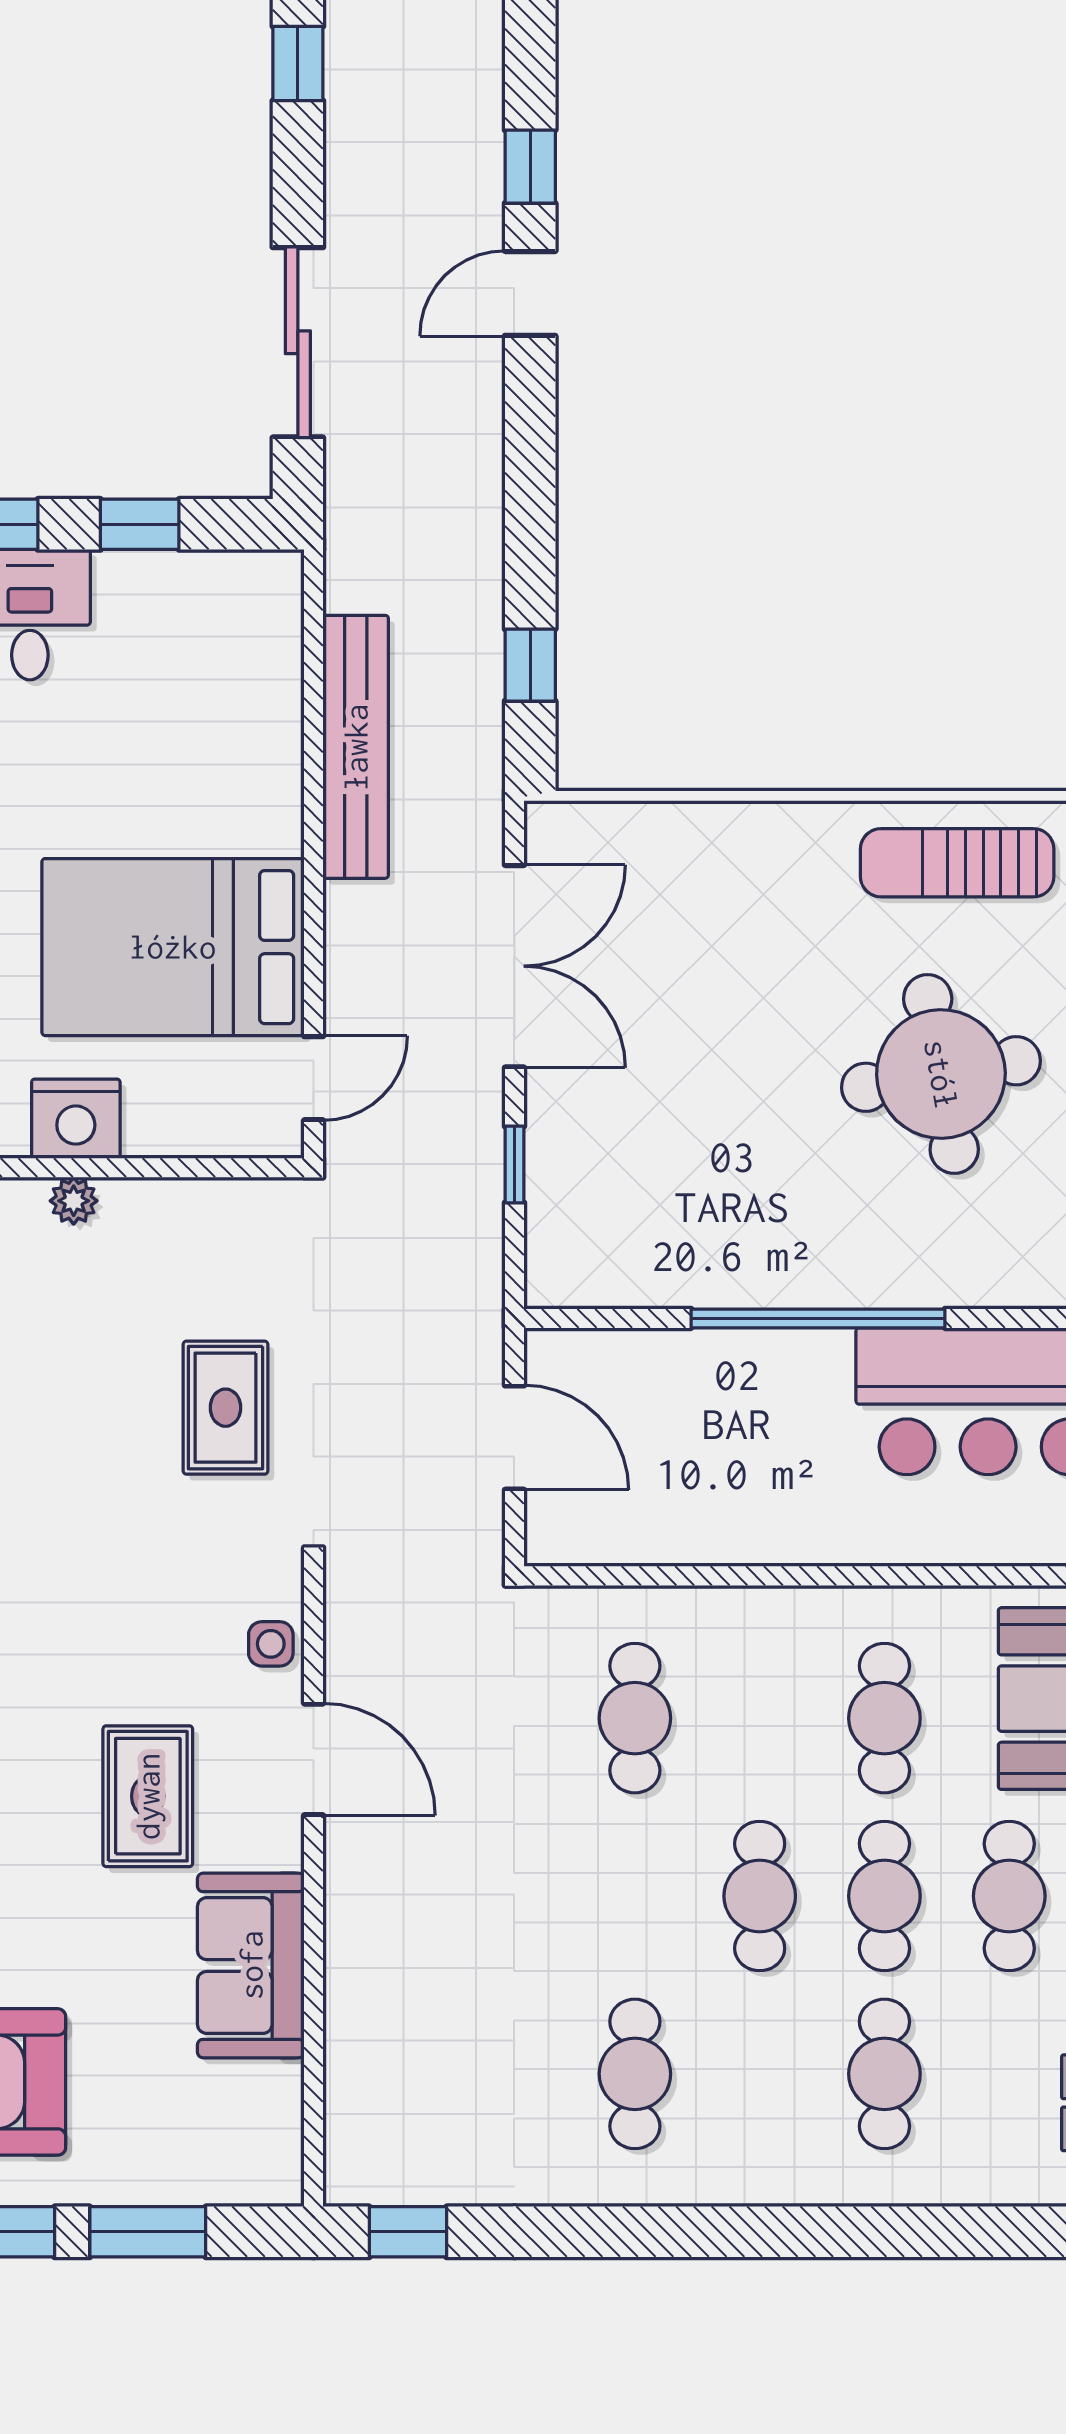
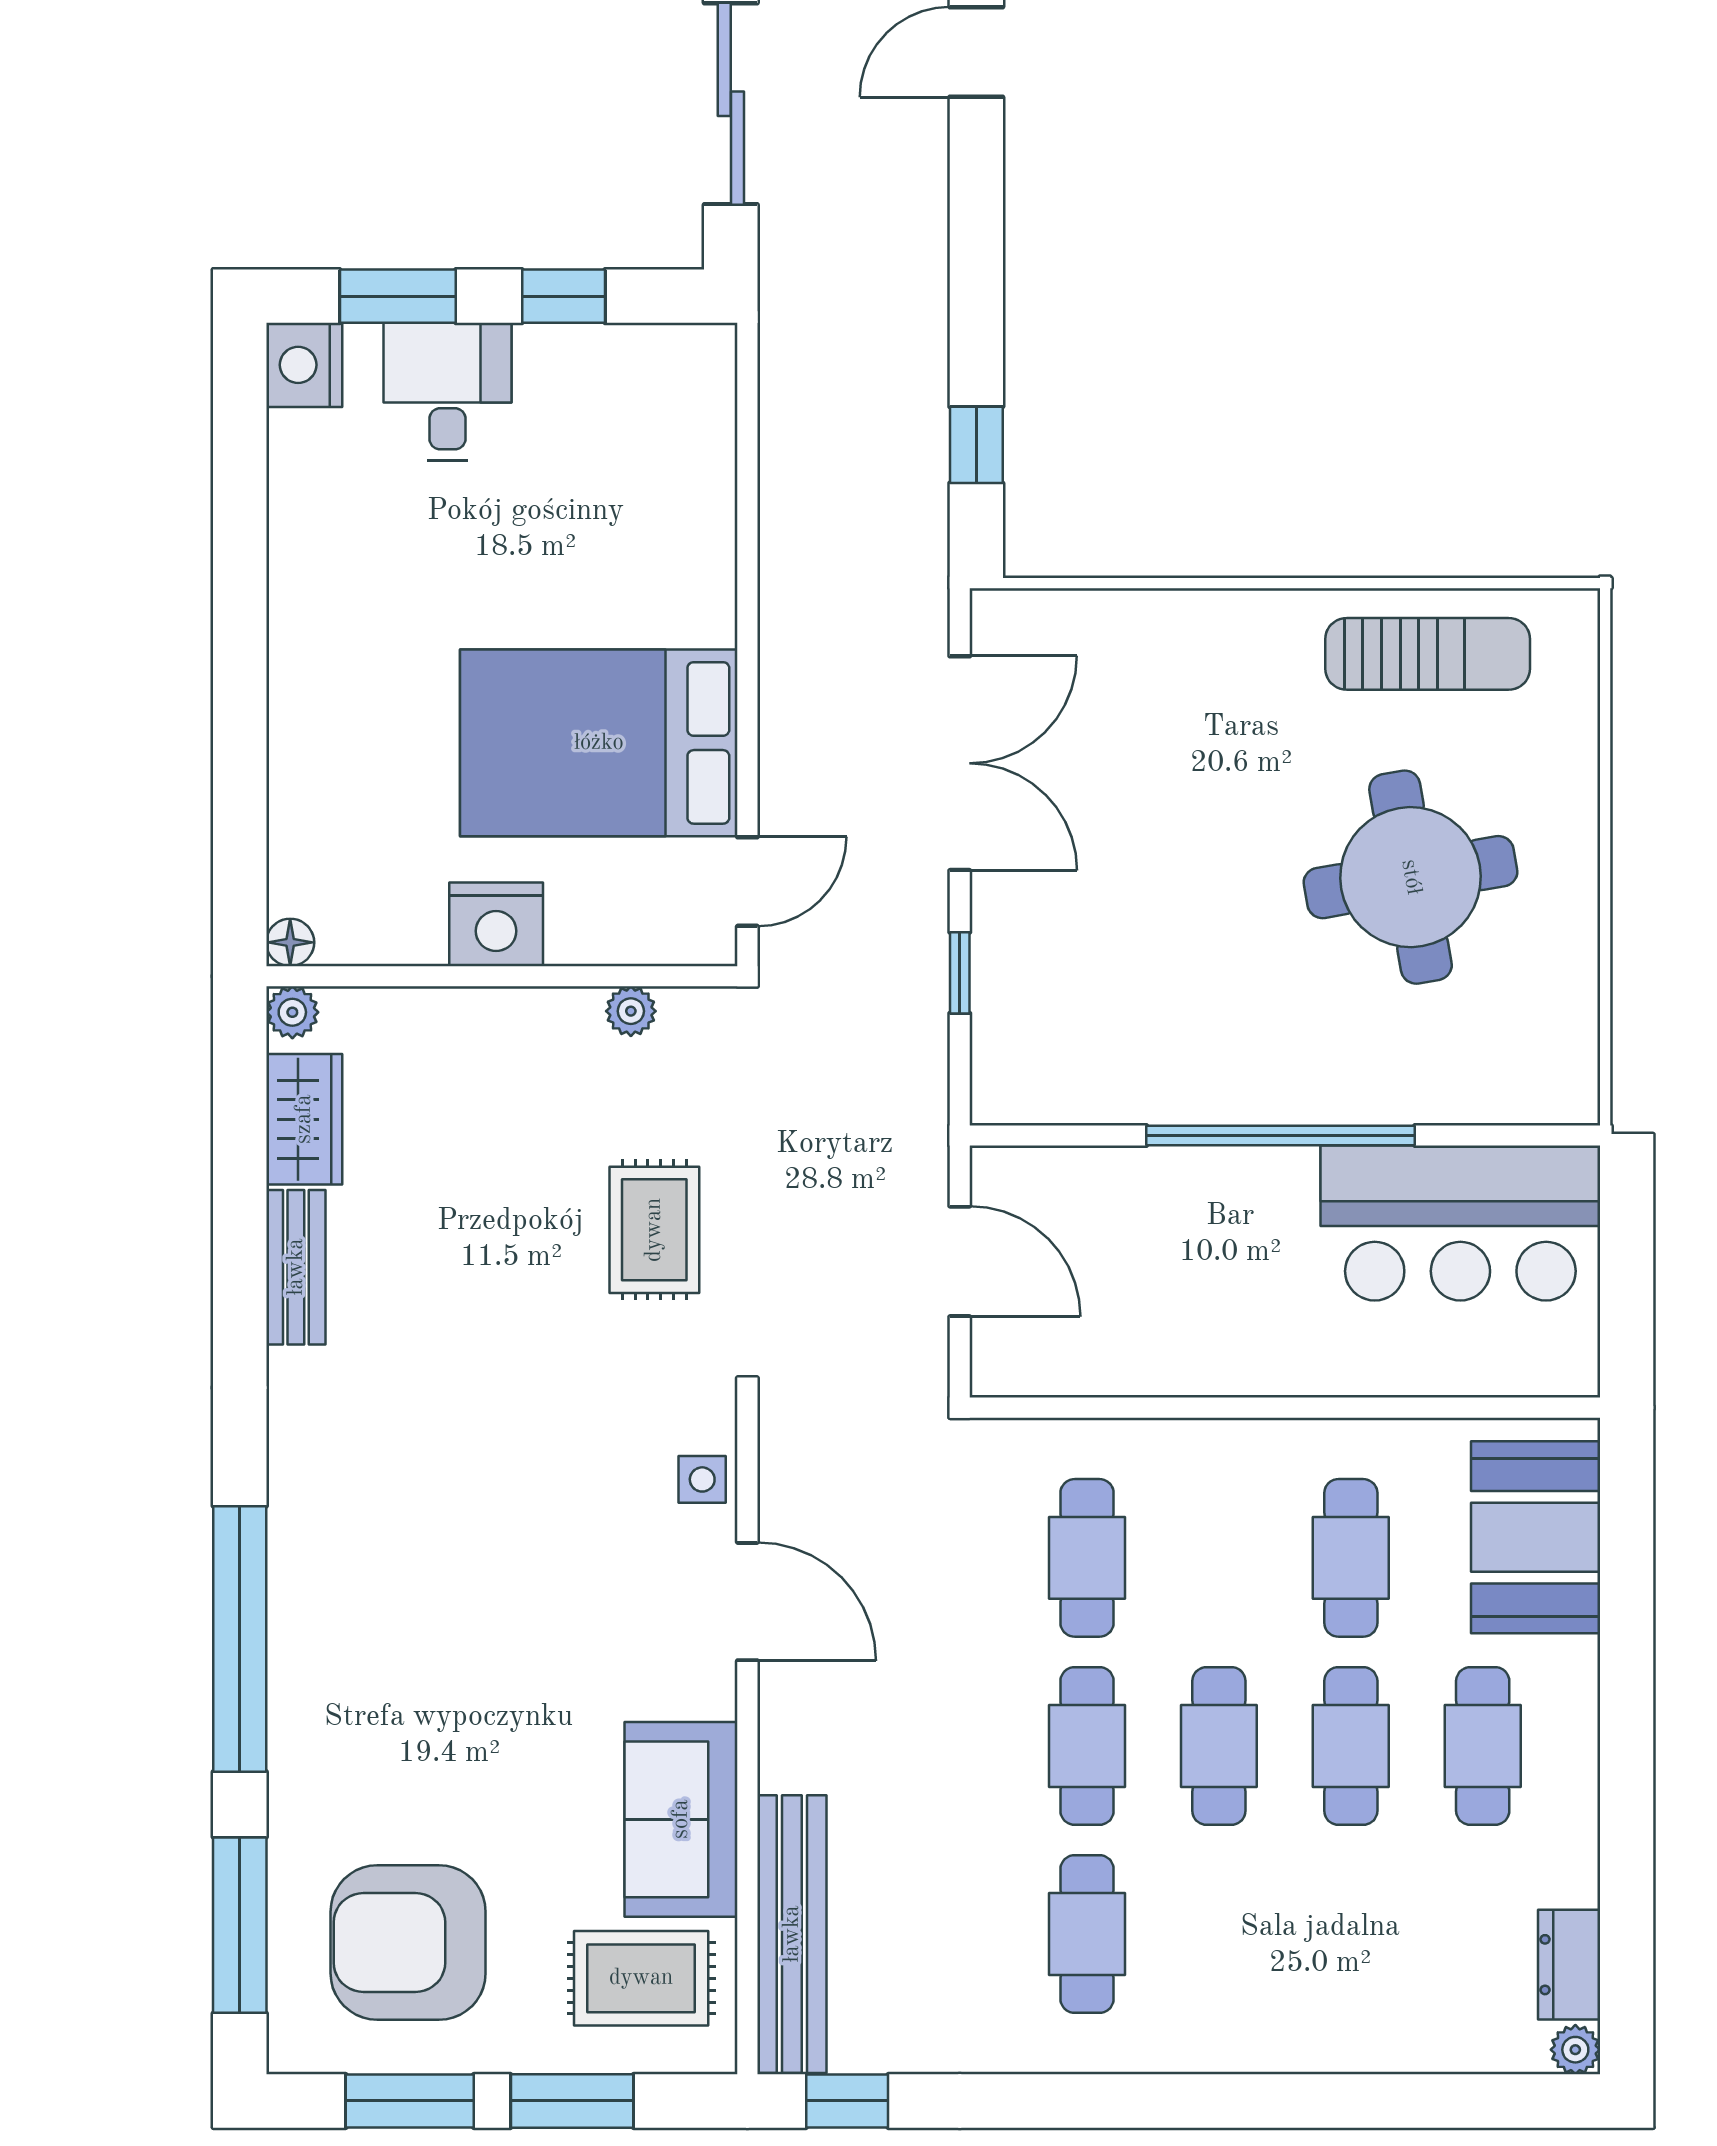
bench: (356, 747) -> (792, 1934), moved
sun lounger: (957, 863) -> (1428, 654), turned 180
plant: (74, 1201) -> (631, 1011), moved
rug: (148, 1796) -> (641, 1978), moved, turned 90
cafe table: (884, 2074) -> (1087, 1746), moved

